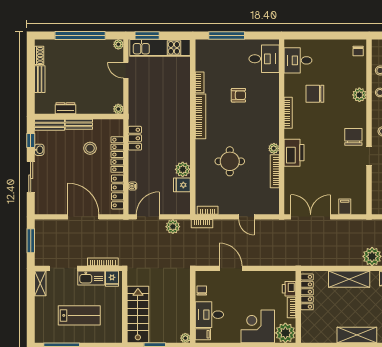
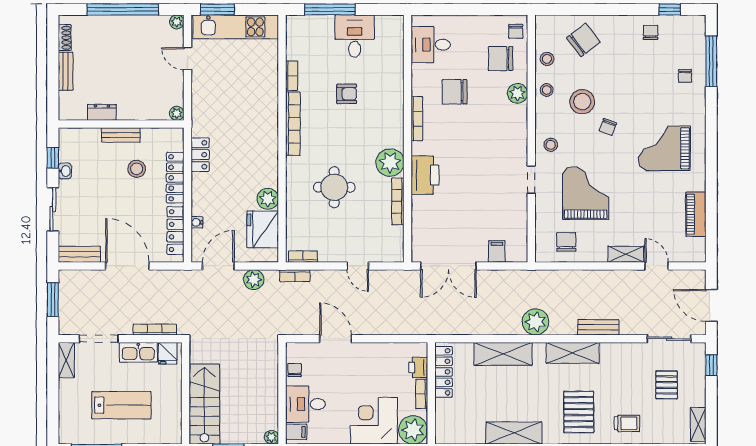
desk: (264, 59) -> (355, 36), moved, turned -90
bench: (49, 125) -> (79, 254), moved
chair: (353, 137) -> (501, 59), moved, turned -90
plant: (274, 148) -> (390, 163), width x1.88, depth x1.88
fridge: (182, 185) -> (263, 229), width x1.88, depth x1.34
double door: (311, 217) -> (448, 266), swing flipped

